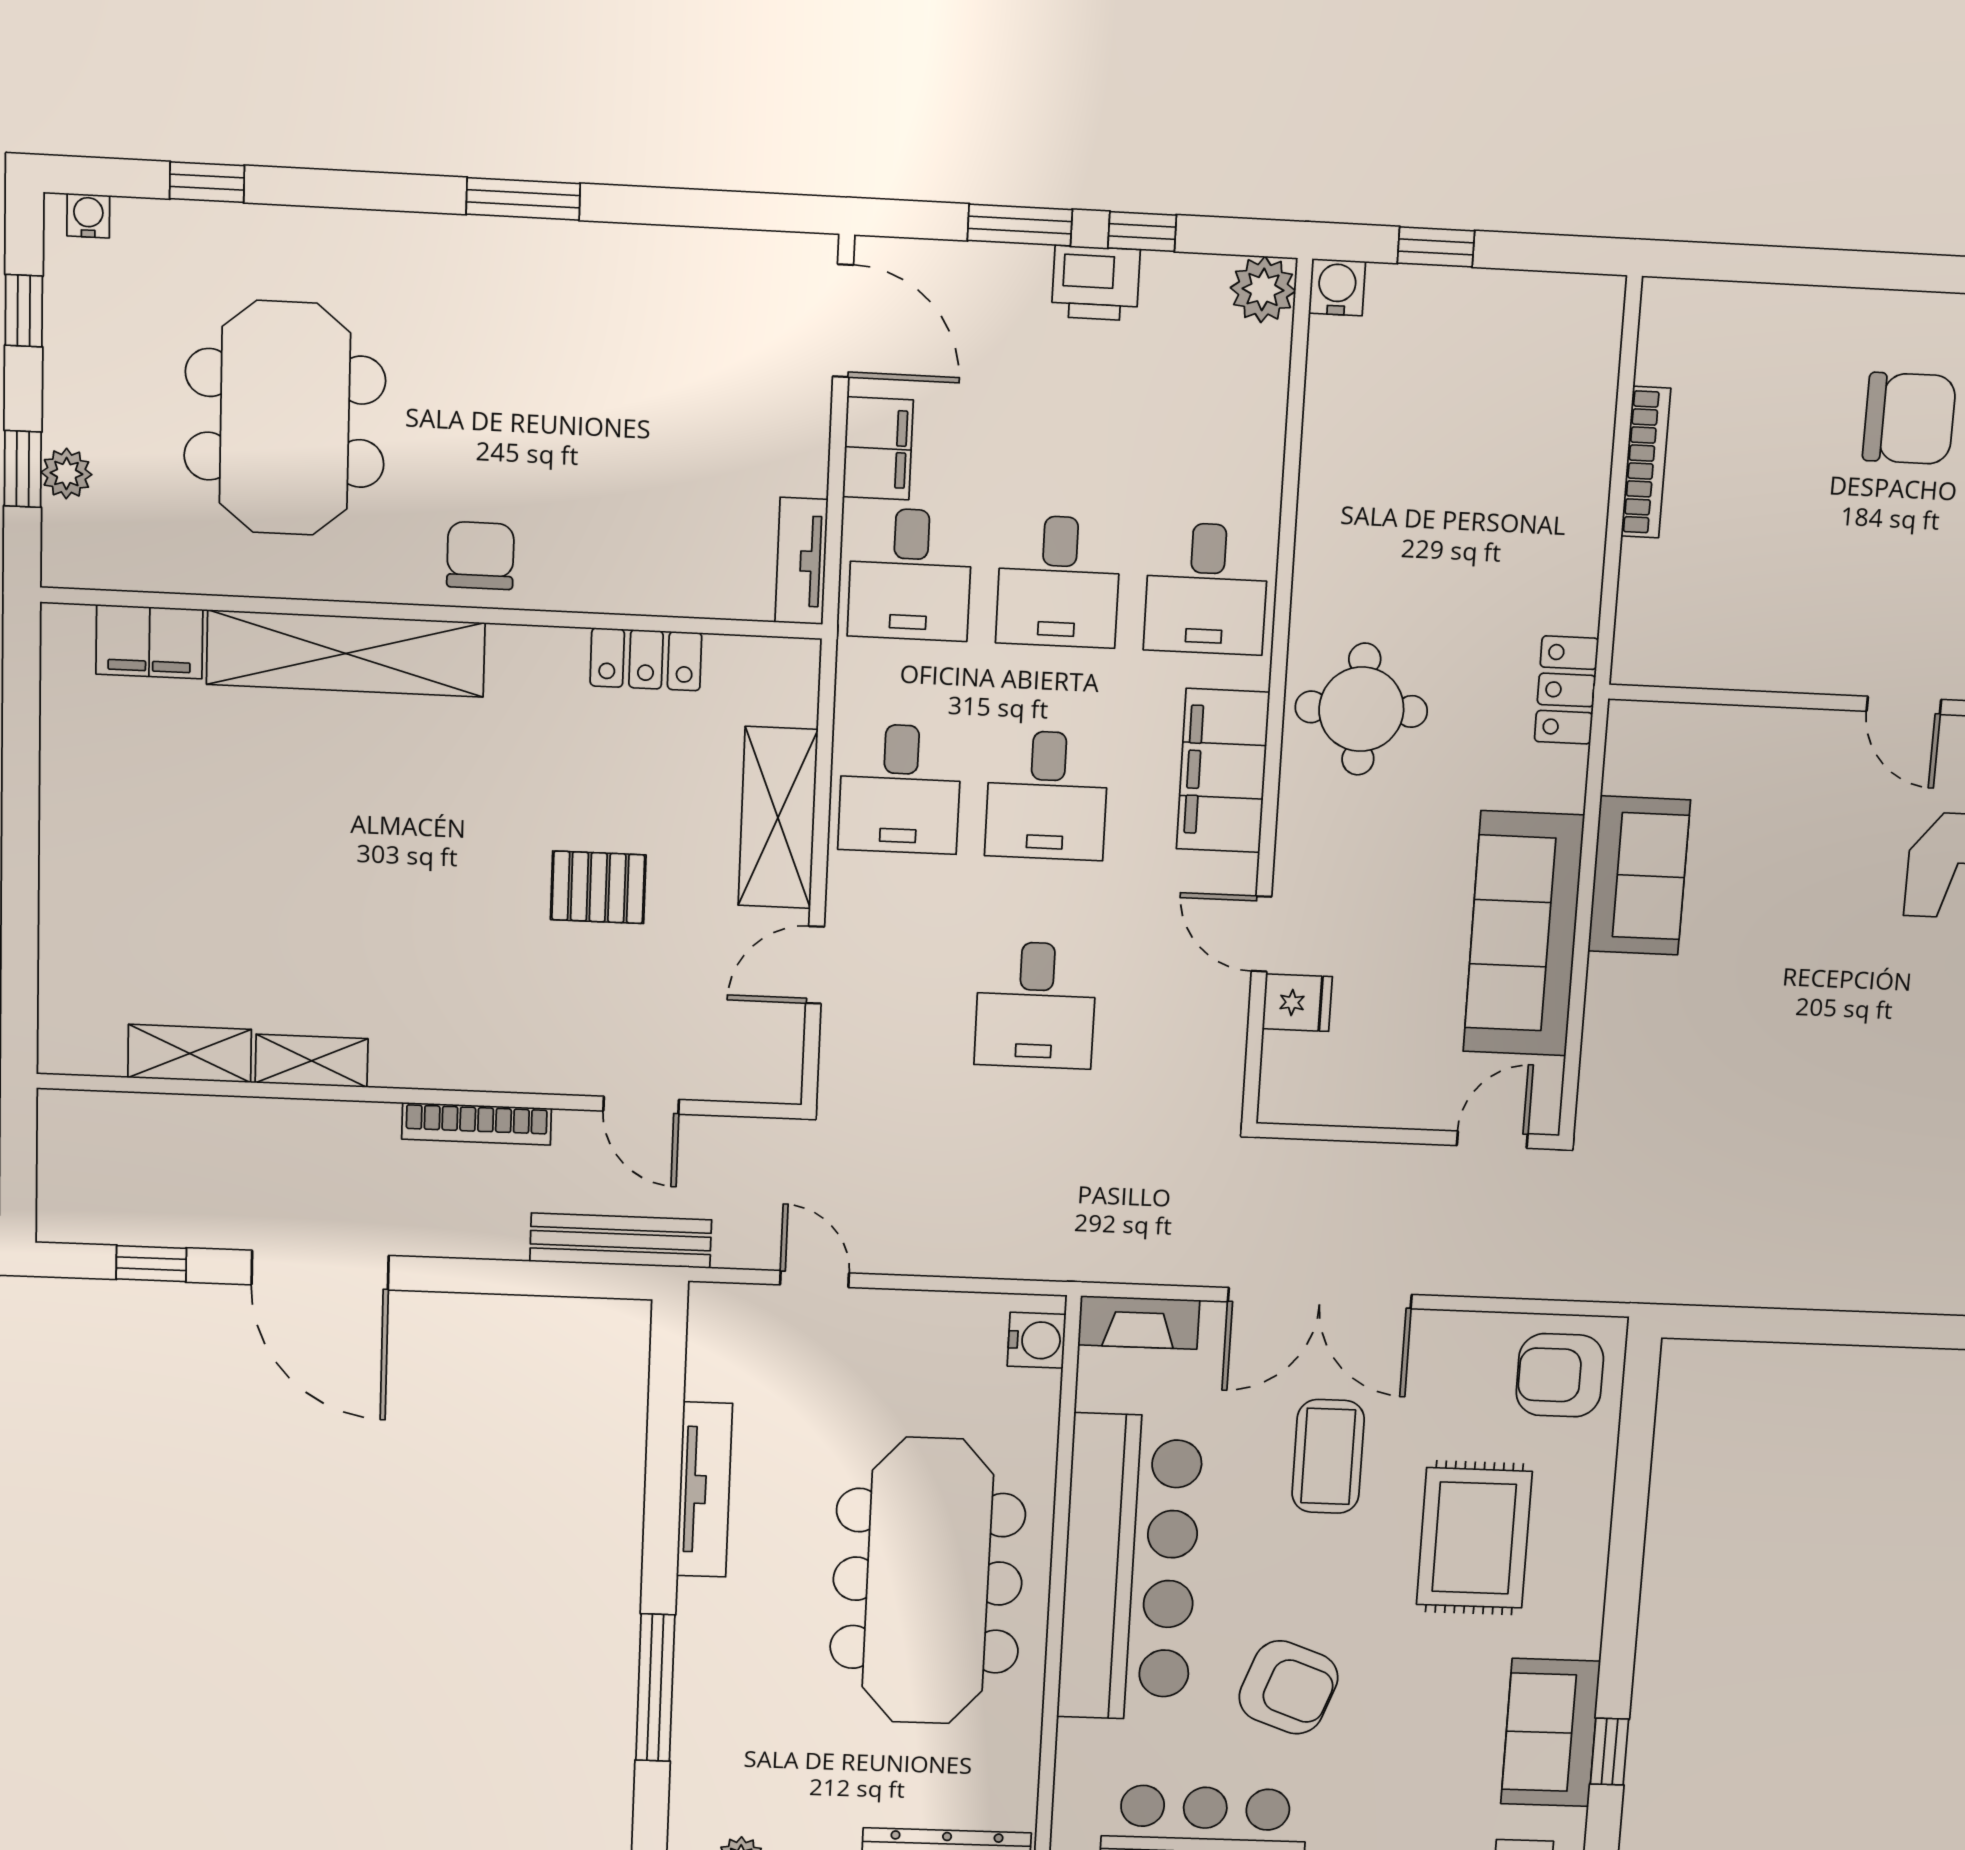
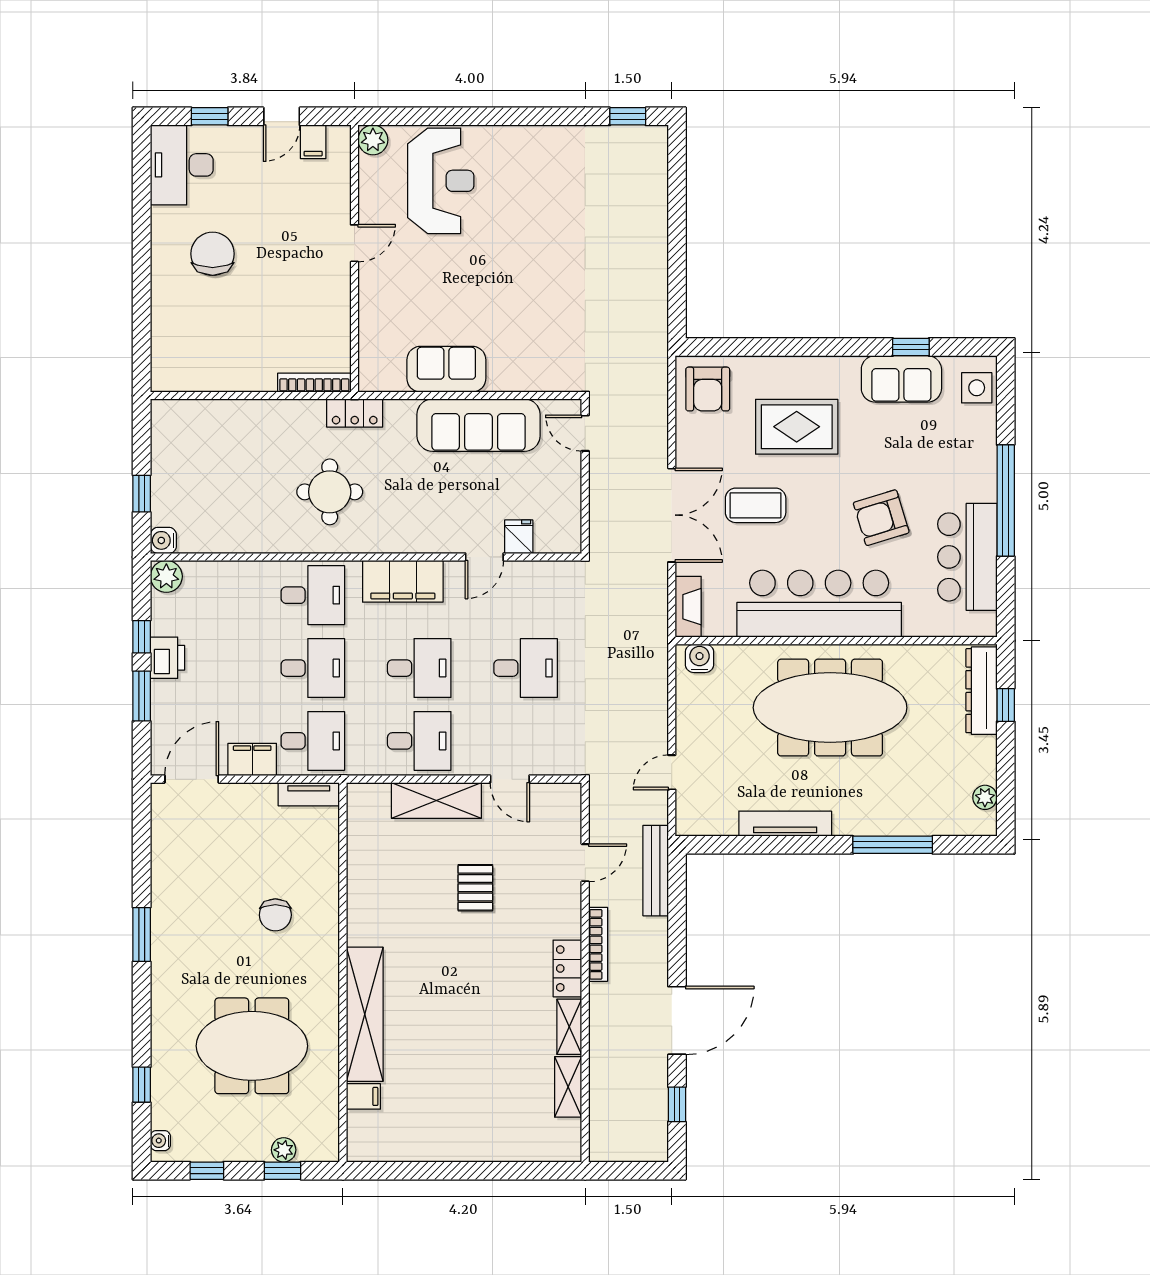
bookcase: (1646, 462) -> (314, 383), moved
chair: (480, 556) -> (275, 915), moved, turned -90
filing cabinet: (149, 642) -> (363, 1096), width x0.50
locker: (646, 659) -> (567, 968), moved, turned 180
round table: (1361, 709) -> (330, 492), moved
armchair: (1288, 1687) -> (881, 518), turned -127

